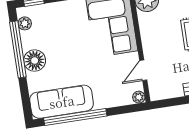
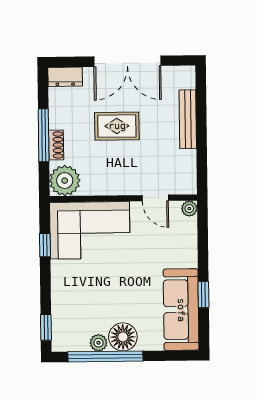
plant: (25, 23) -> (98, 343), moved
window: (75, 117) -> (203, 295), width x0.32

